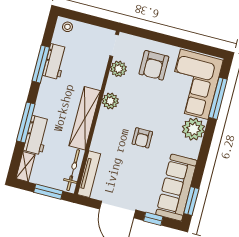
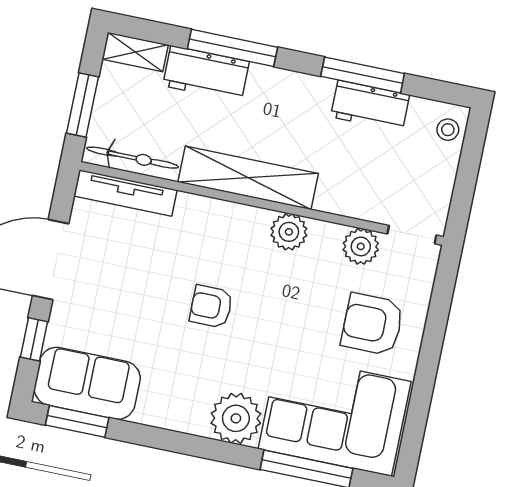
sofa: (176, 188) -> (87, 383), width x0.73

